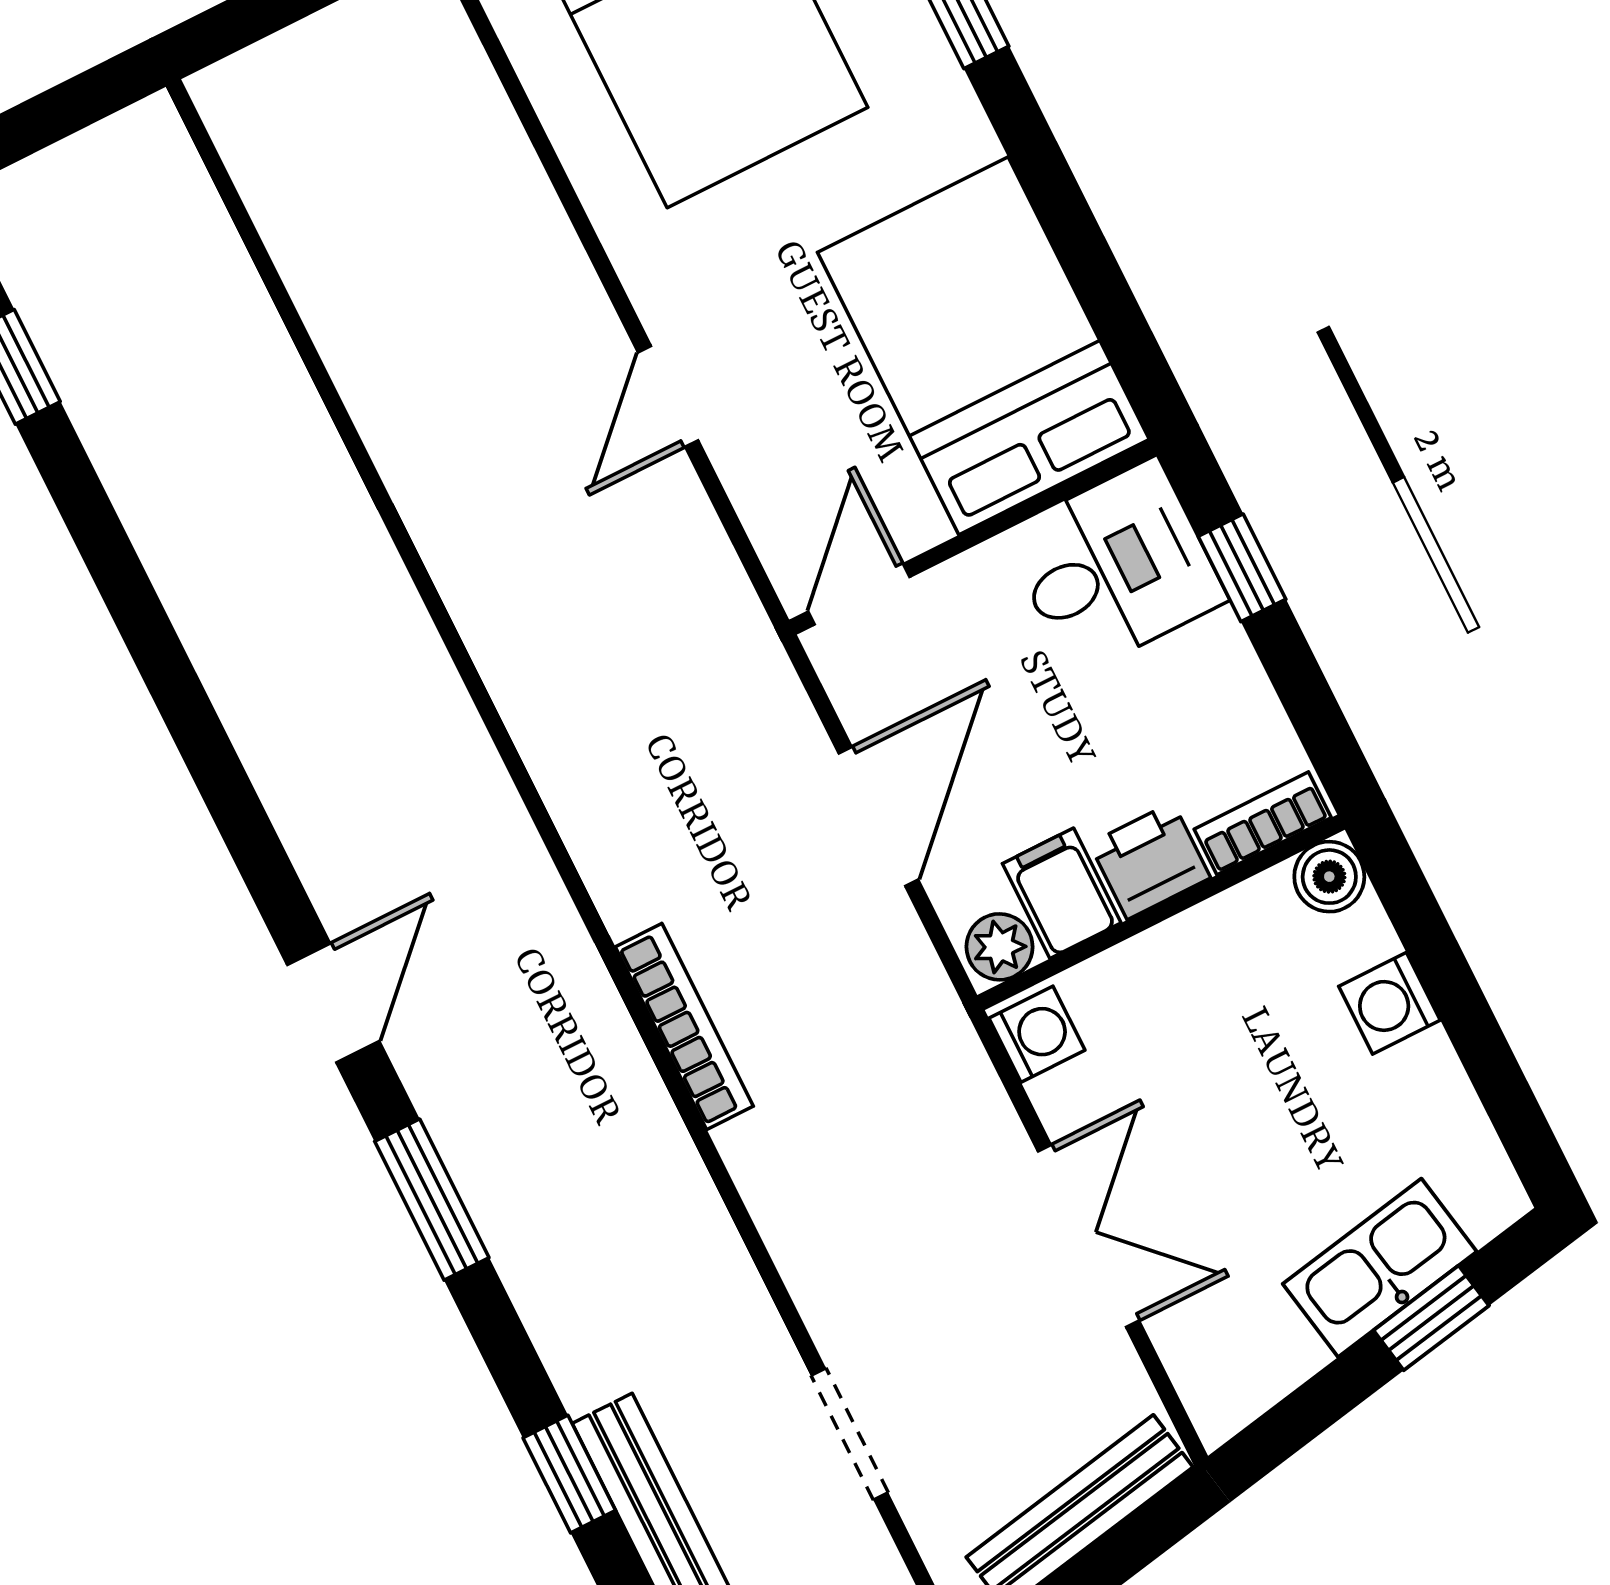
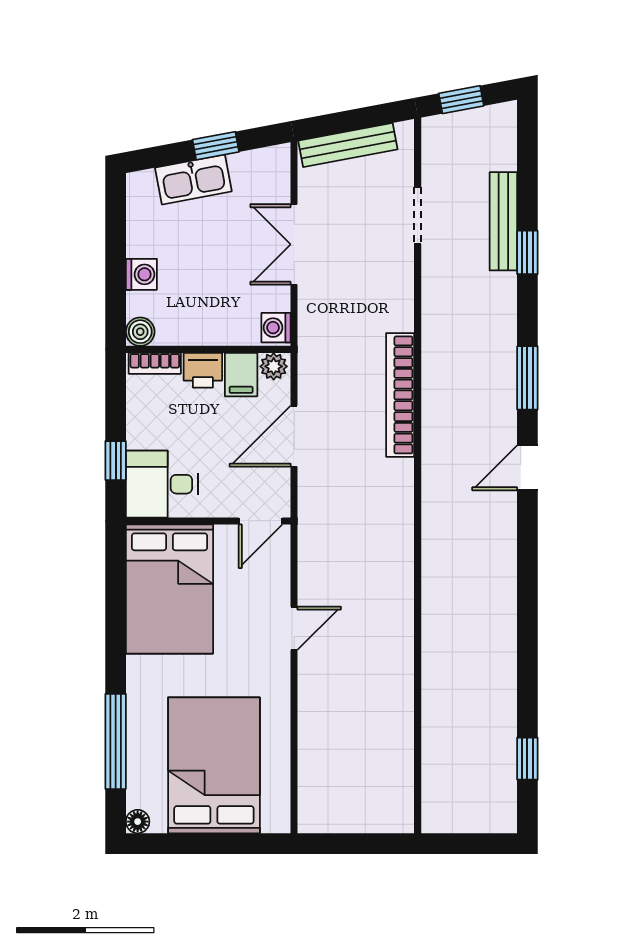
bookcase: (684, 1027) -> (400, 395), width x1.48, depth x1.31
window: (1431, 1318) -> (216, 146), moved

